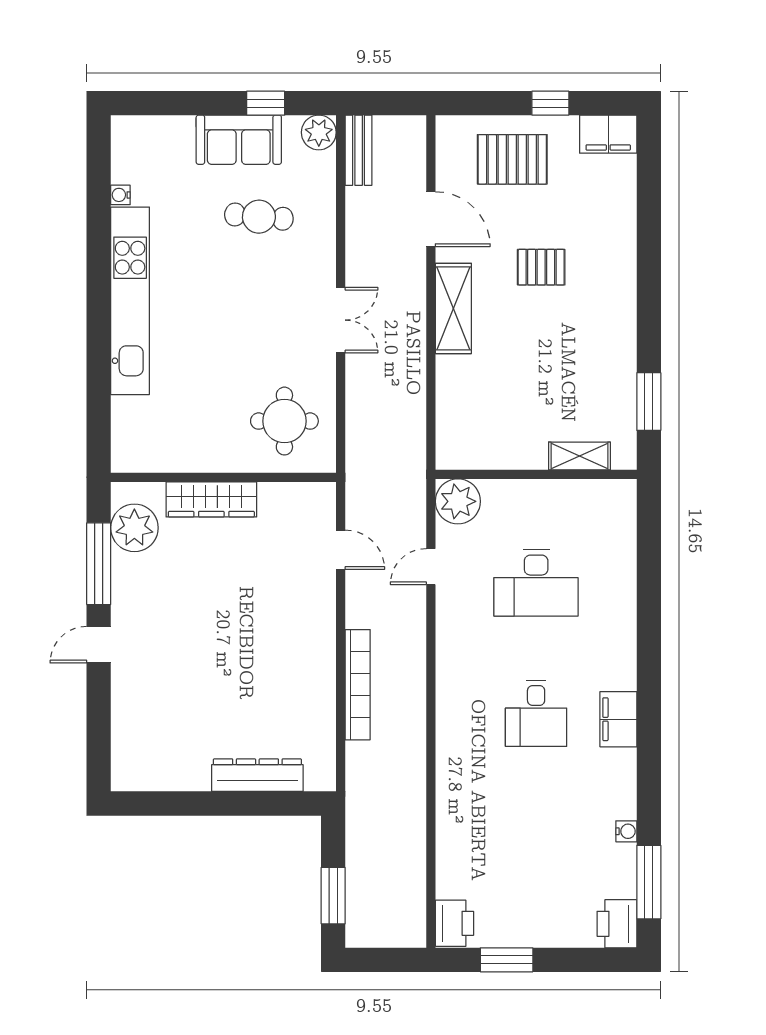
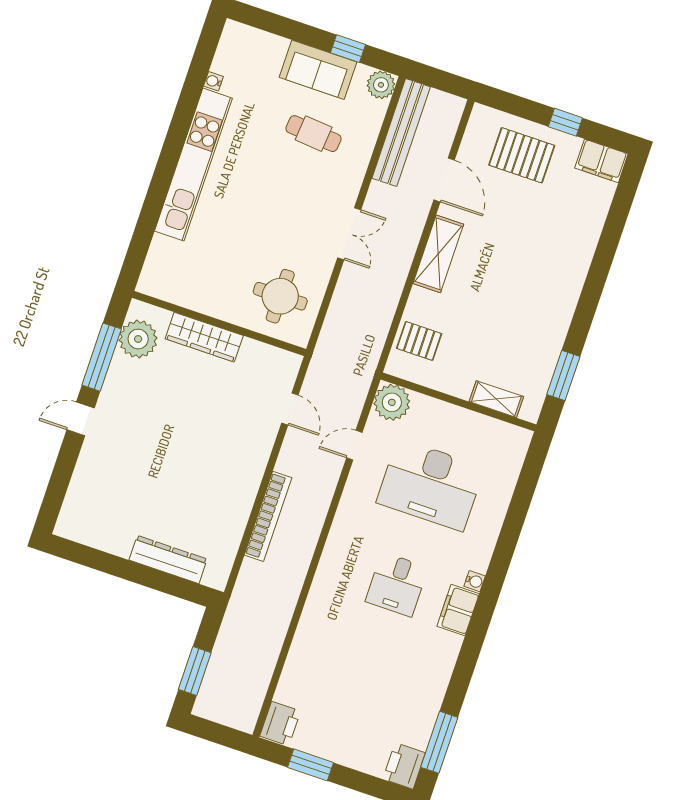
bench: (359, 150) -> (401, 133), width x1.86, depth x1.21
pallet: (541, 267) -> (419, 341), moved
desk: (536, 583) -> (430, 485), width x1.36, depth x1.30
water cooler: (626, 831) -> (475, 581), moved

